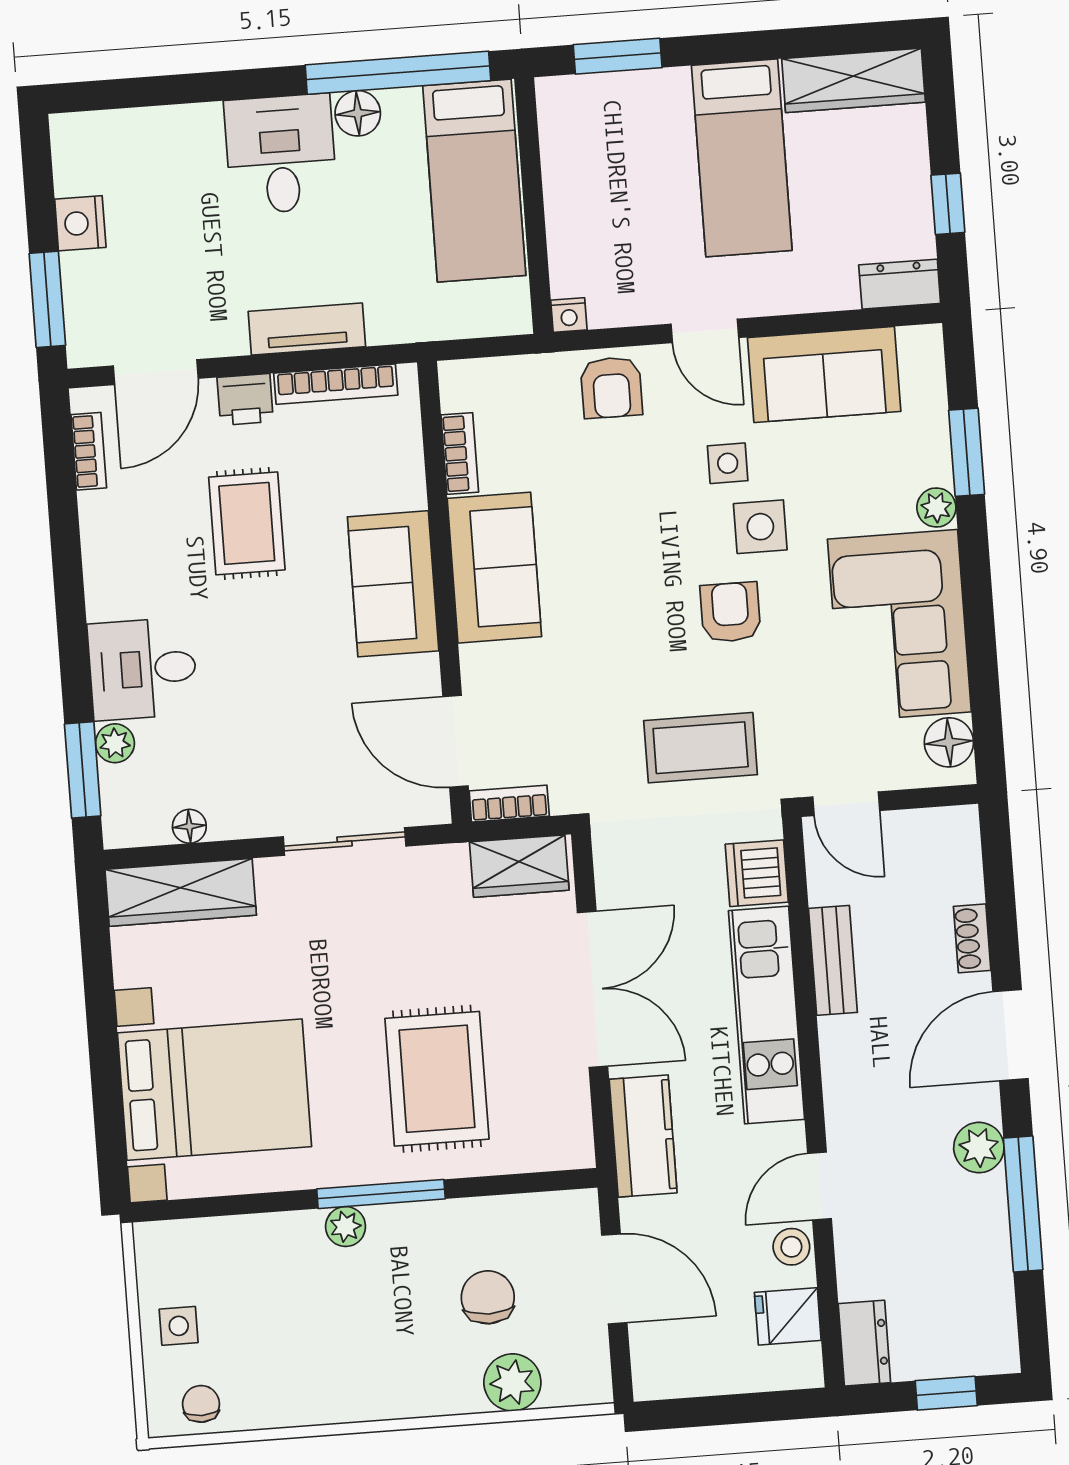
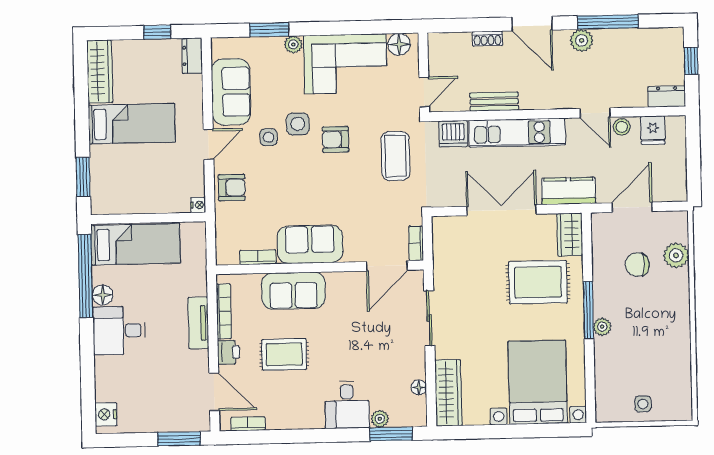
nightstand: (80, 223) -> (106, 414), moved, turned 90
sofa: (393, 584) -> (293, 291), moved
wardrobe: (519, 866) -> (570, 235), moved, turned 180
chair: (201, 1404) -> (678, 396), removed

